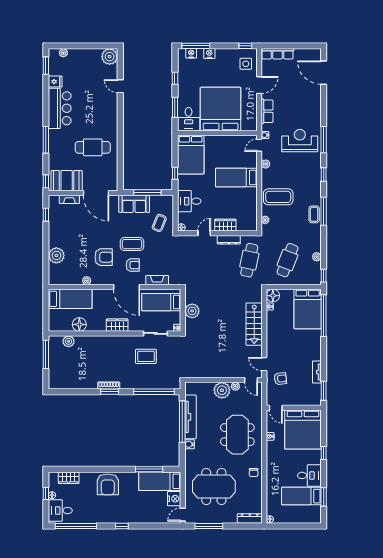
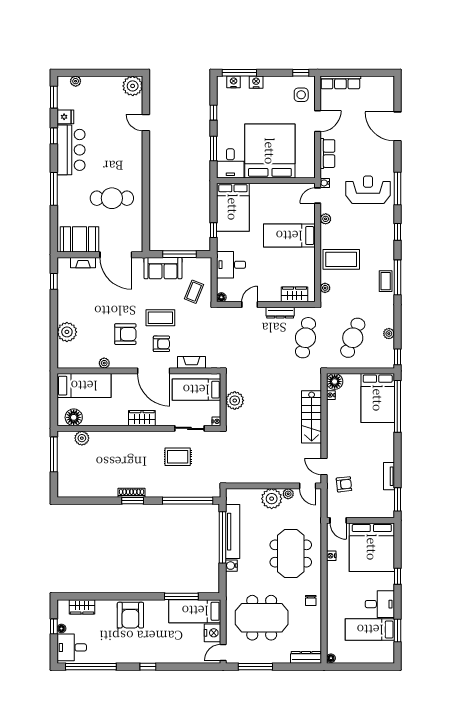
door: (324, 73) -> (397, 126), moved
window: (46, 181) -> (54, 136), moved
wardrobe: (225, 225) -> (294, 294), moved
floor lamp: (79, 324) -> (74, 417), moved

